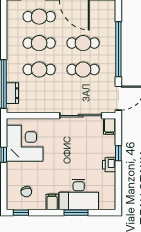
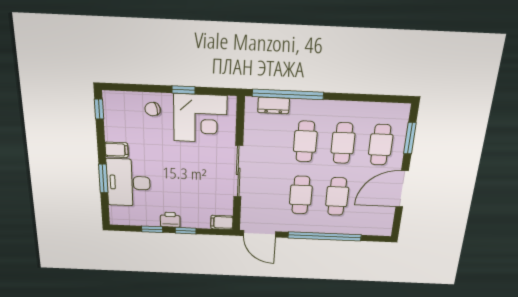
sliding door: (81, 116) -> (238, 171), moved
window: (118, 178) -> (152, 229), added
chair: (26, 192) -> (153, 109), moved

